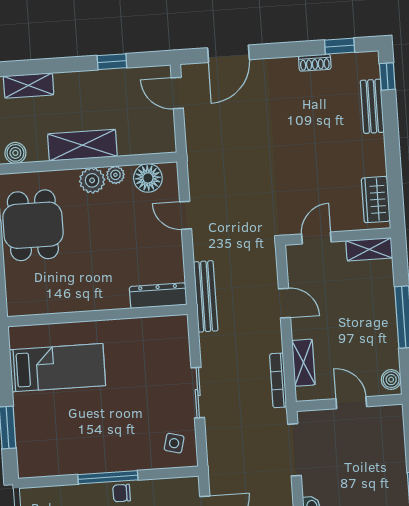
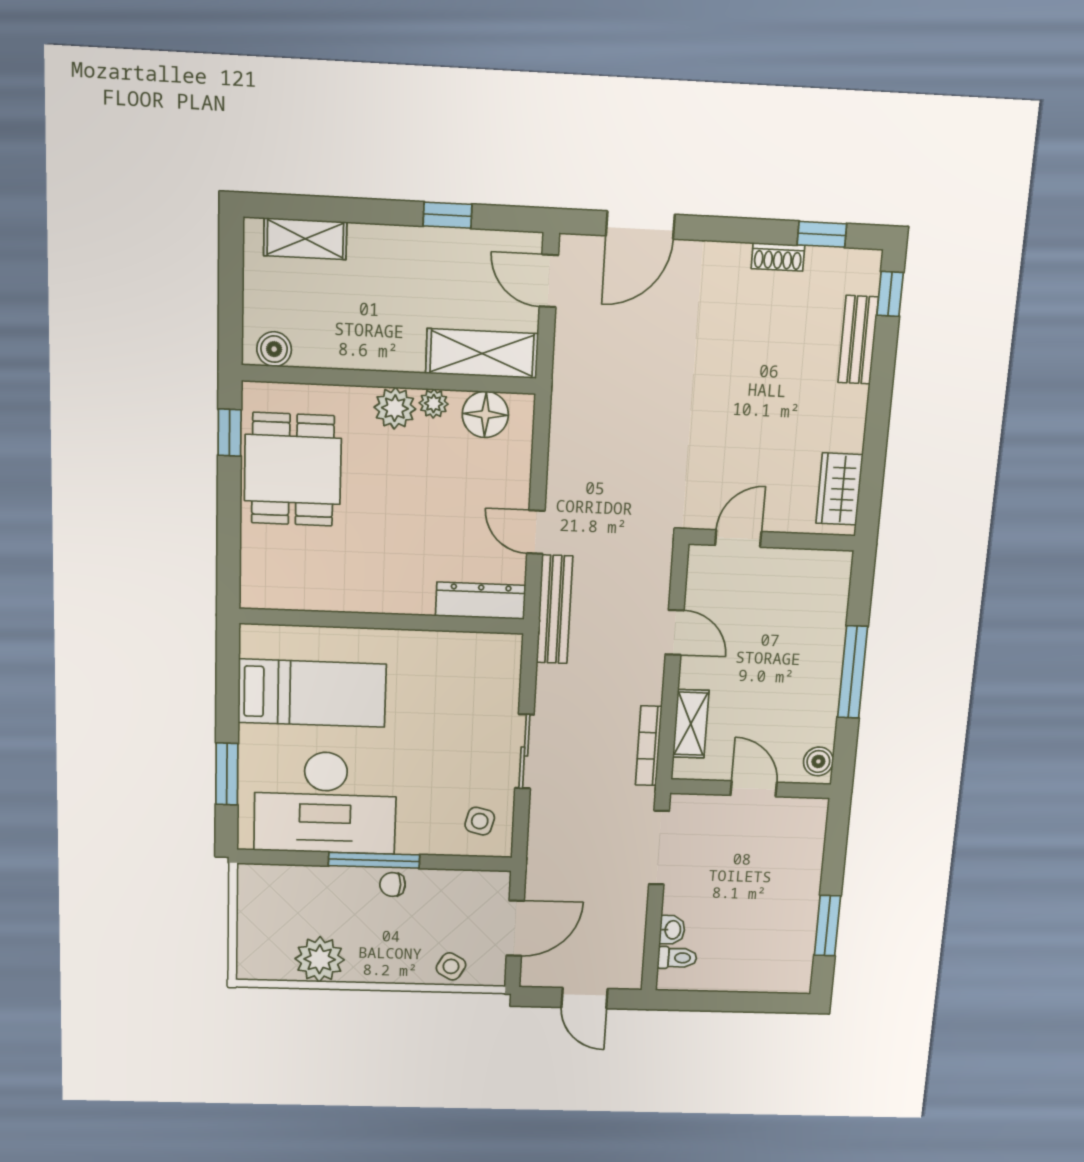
shelving: (82, 145) -> (482, 353), moved
door: (186, 215) -> (536, 532), moved
shelving: (369, 249) -> (817, 565), removed
desk: (72, 441) -> (325, 803), added

